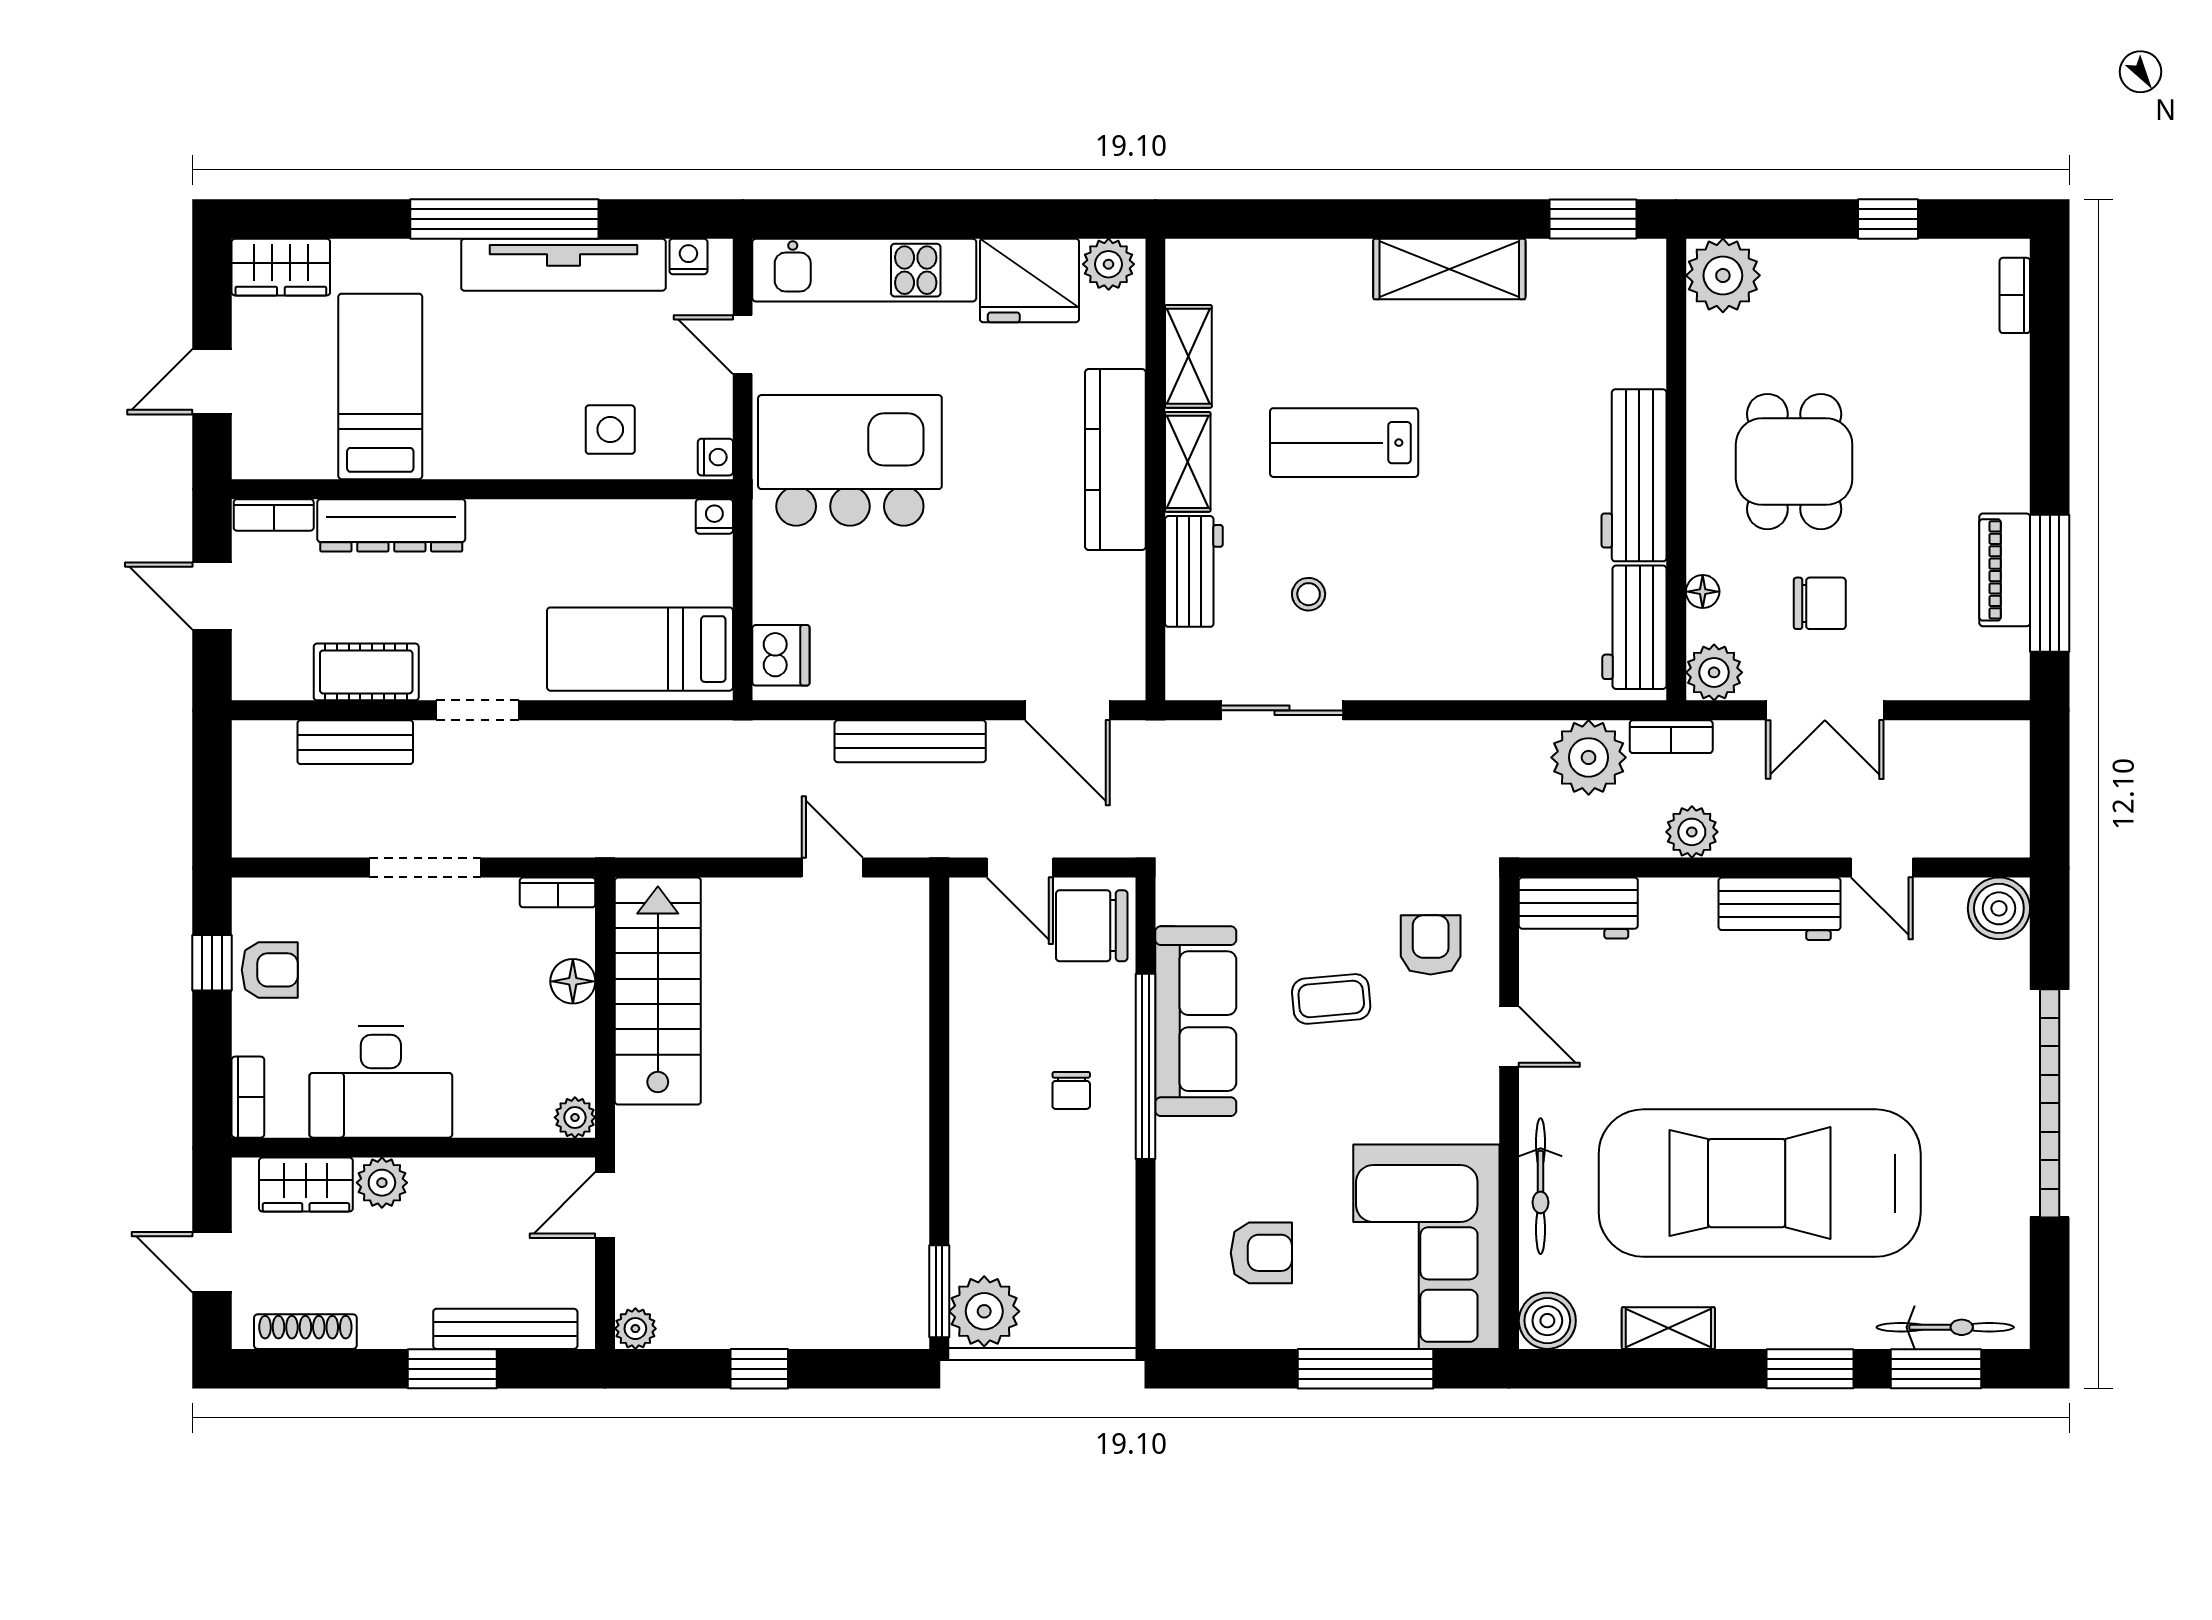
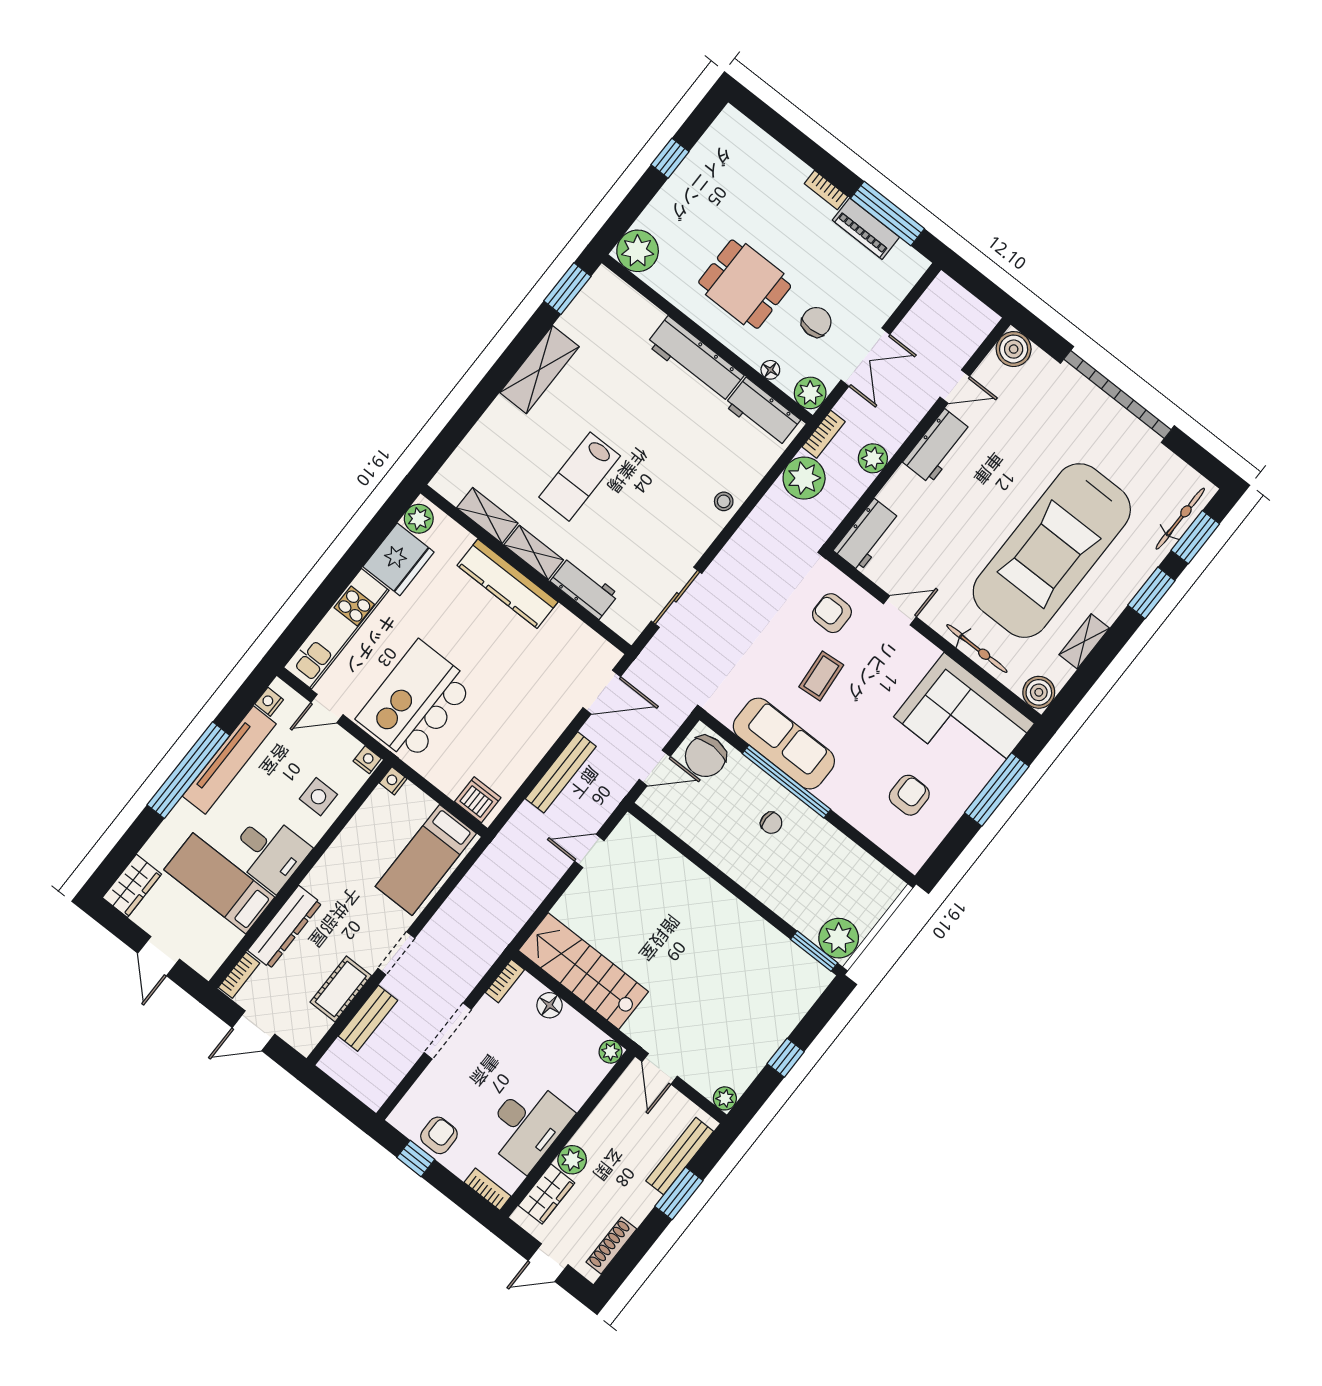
bookcase: (2015, 295) -> (826, 190), moved
desk: (479, 422) -> (269, 852), added
stool: (1309, 594) -> (724, 501), moved

